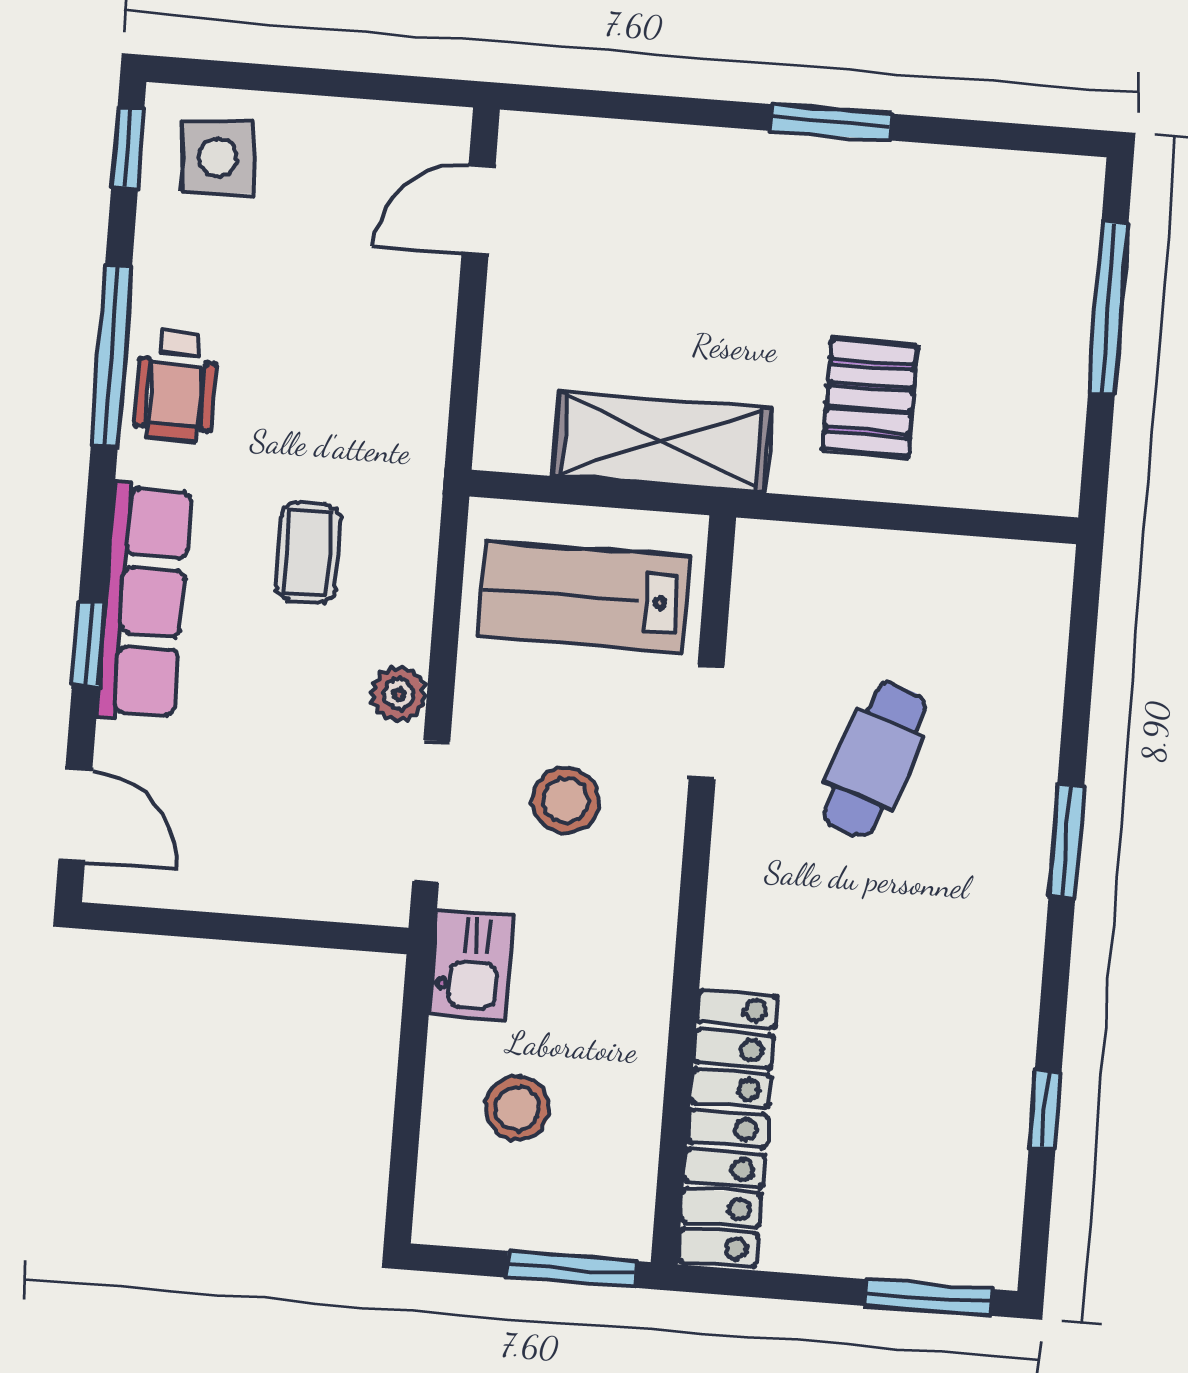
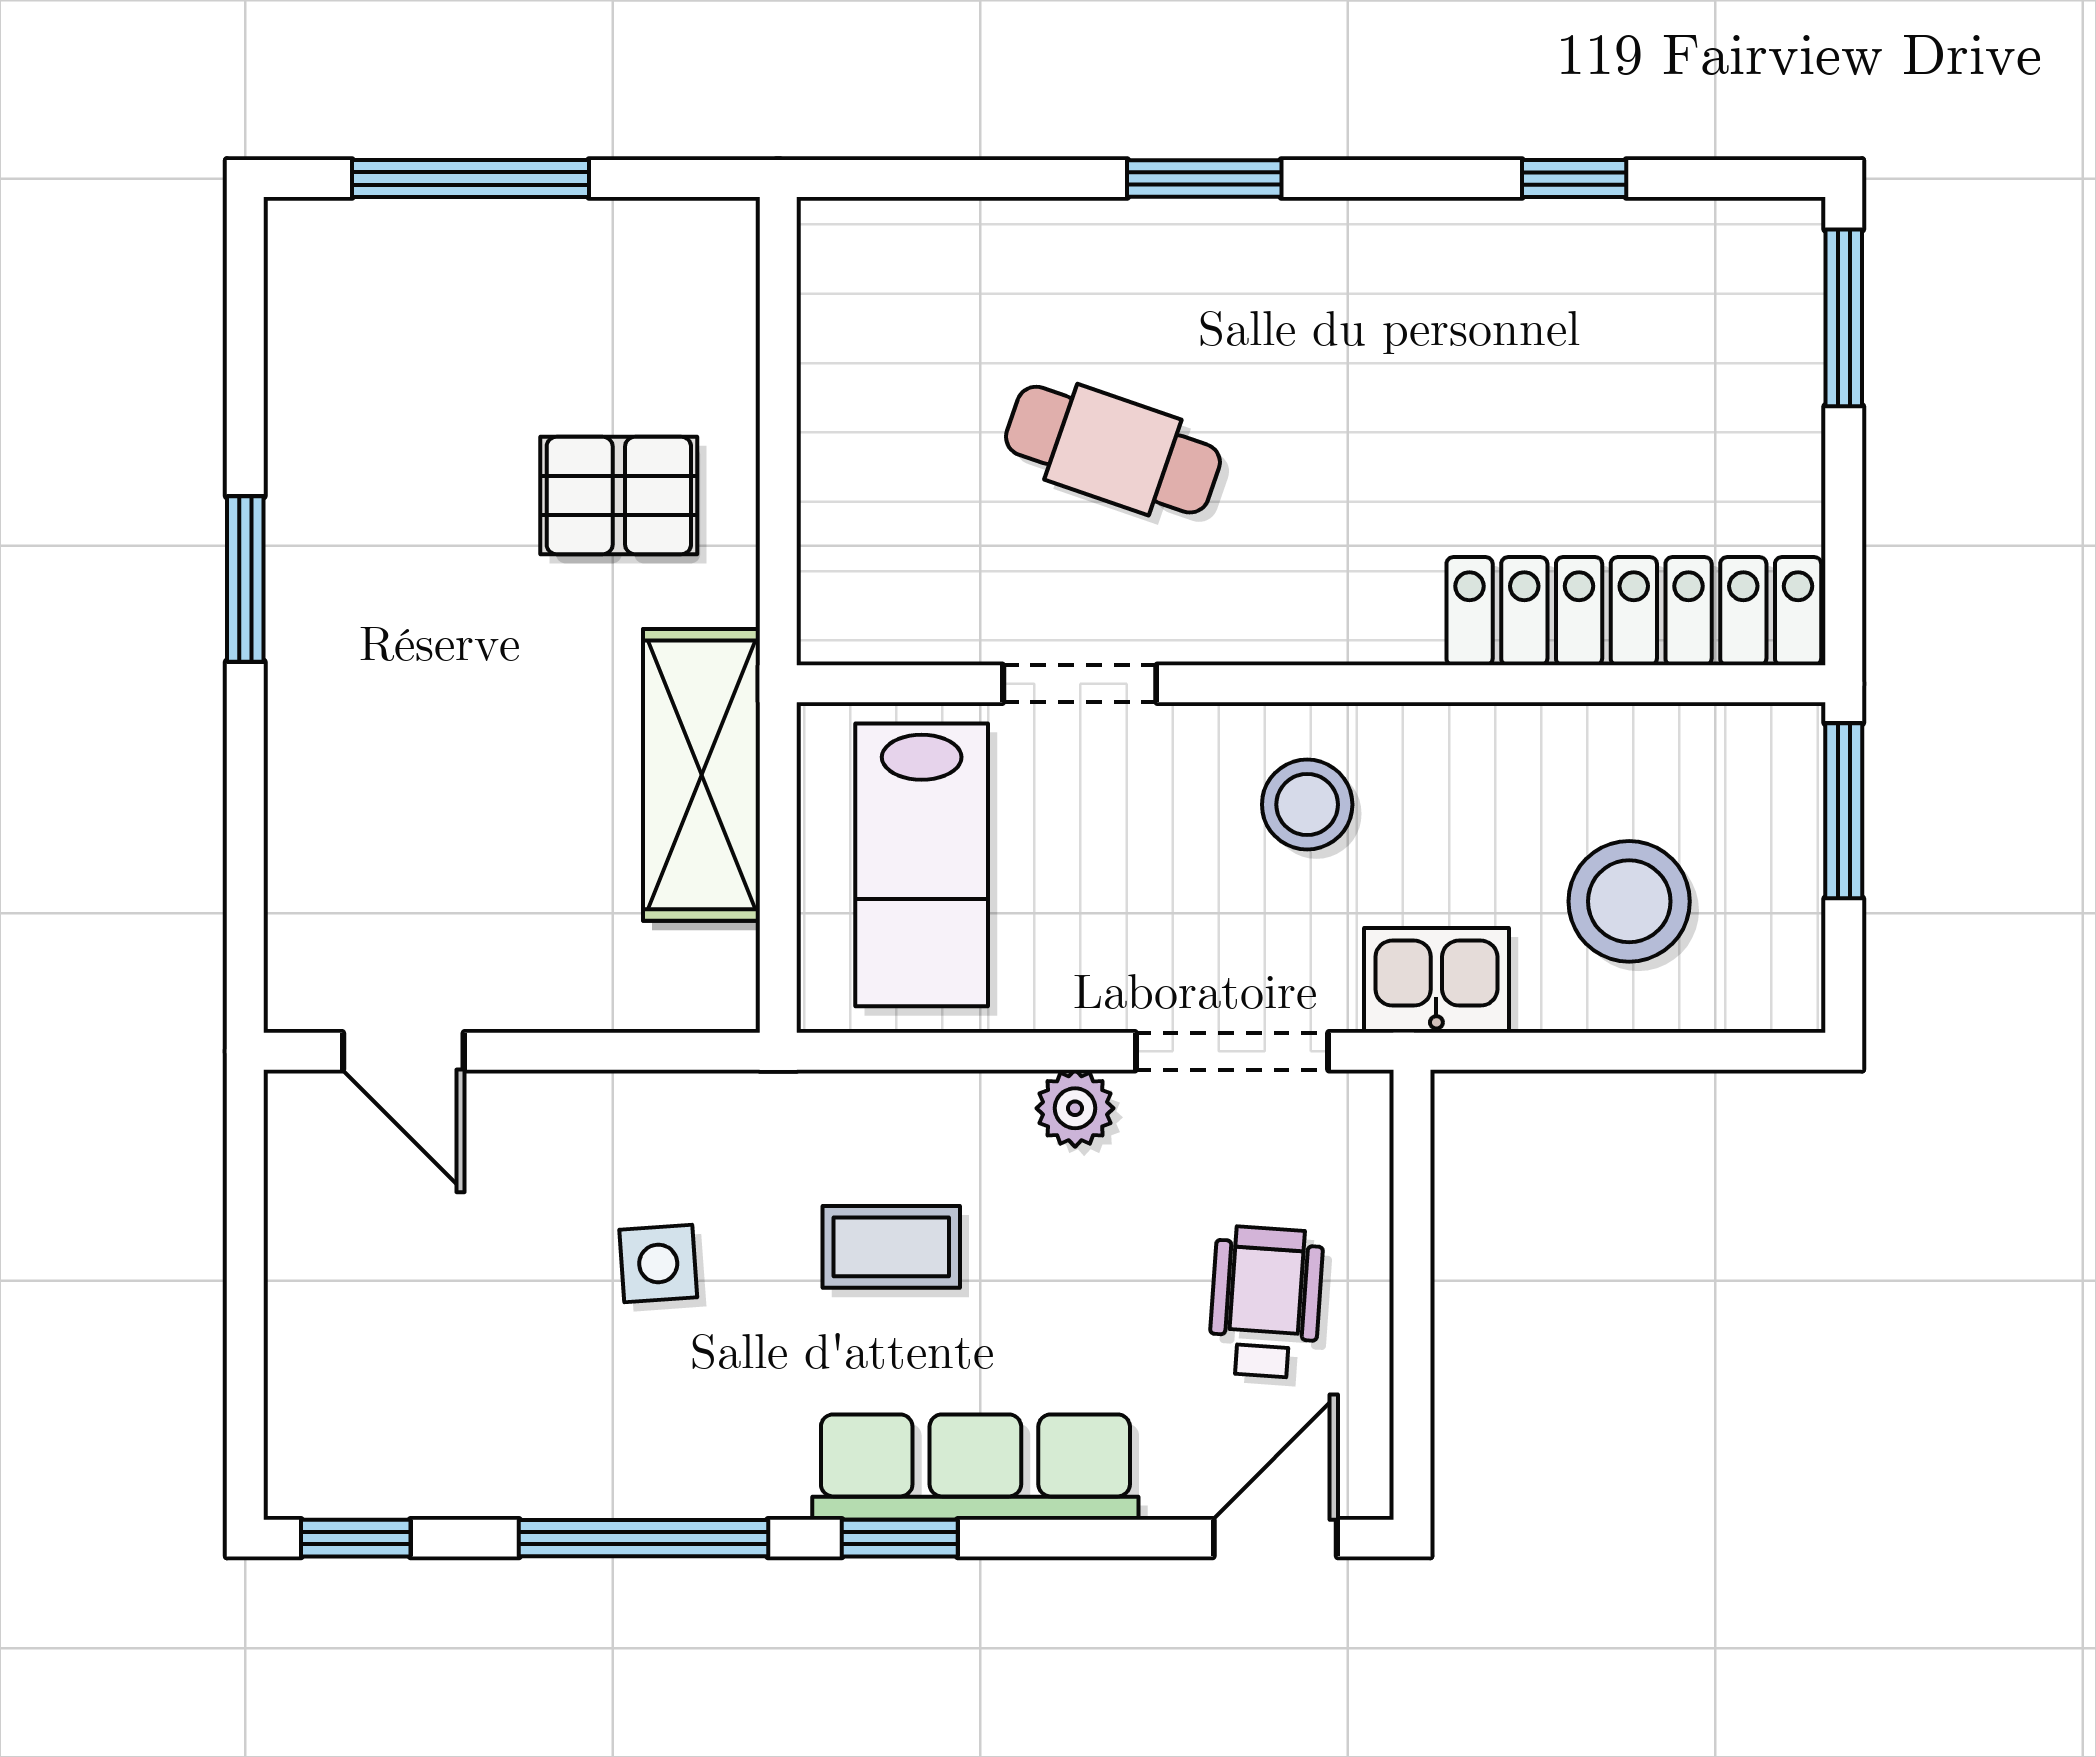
side table: (218, 157) -> (658, 1264), moved, width x0.73, depth x0.73
wheelchair: (176, 386) -> (1266, 1302), moved, turned -86
window: (89, 644) -> (900, 1538), moved
stool: (566, 800) -> (1307, 805), moved
stool: (517, 1108) -> (1629, 901), width x1.38, depth x1.38

